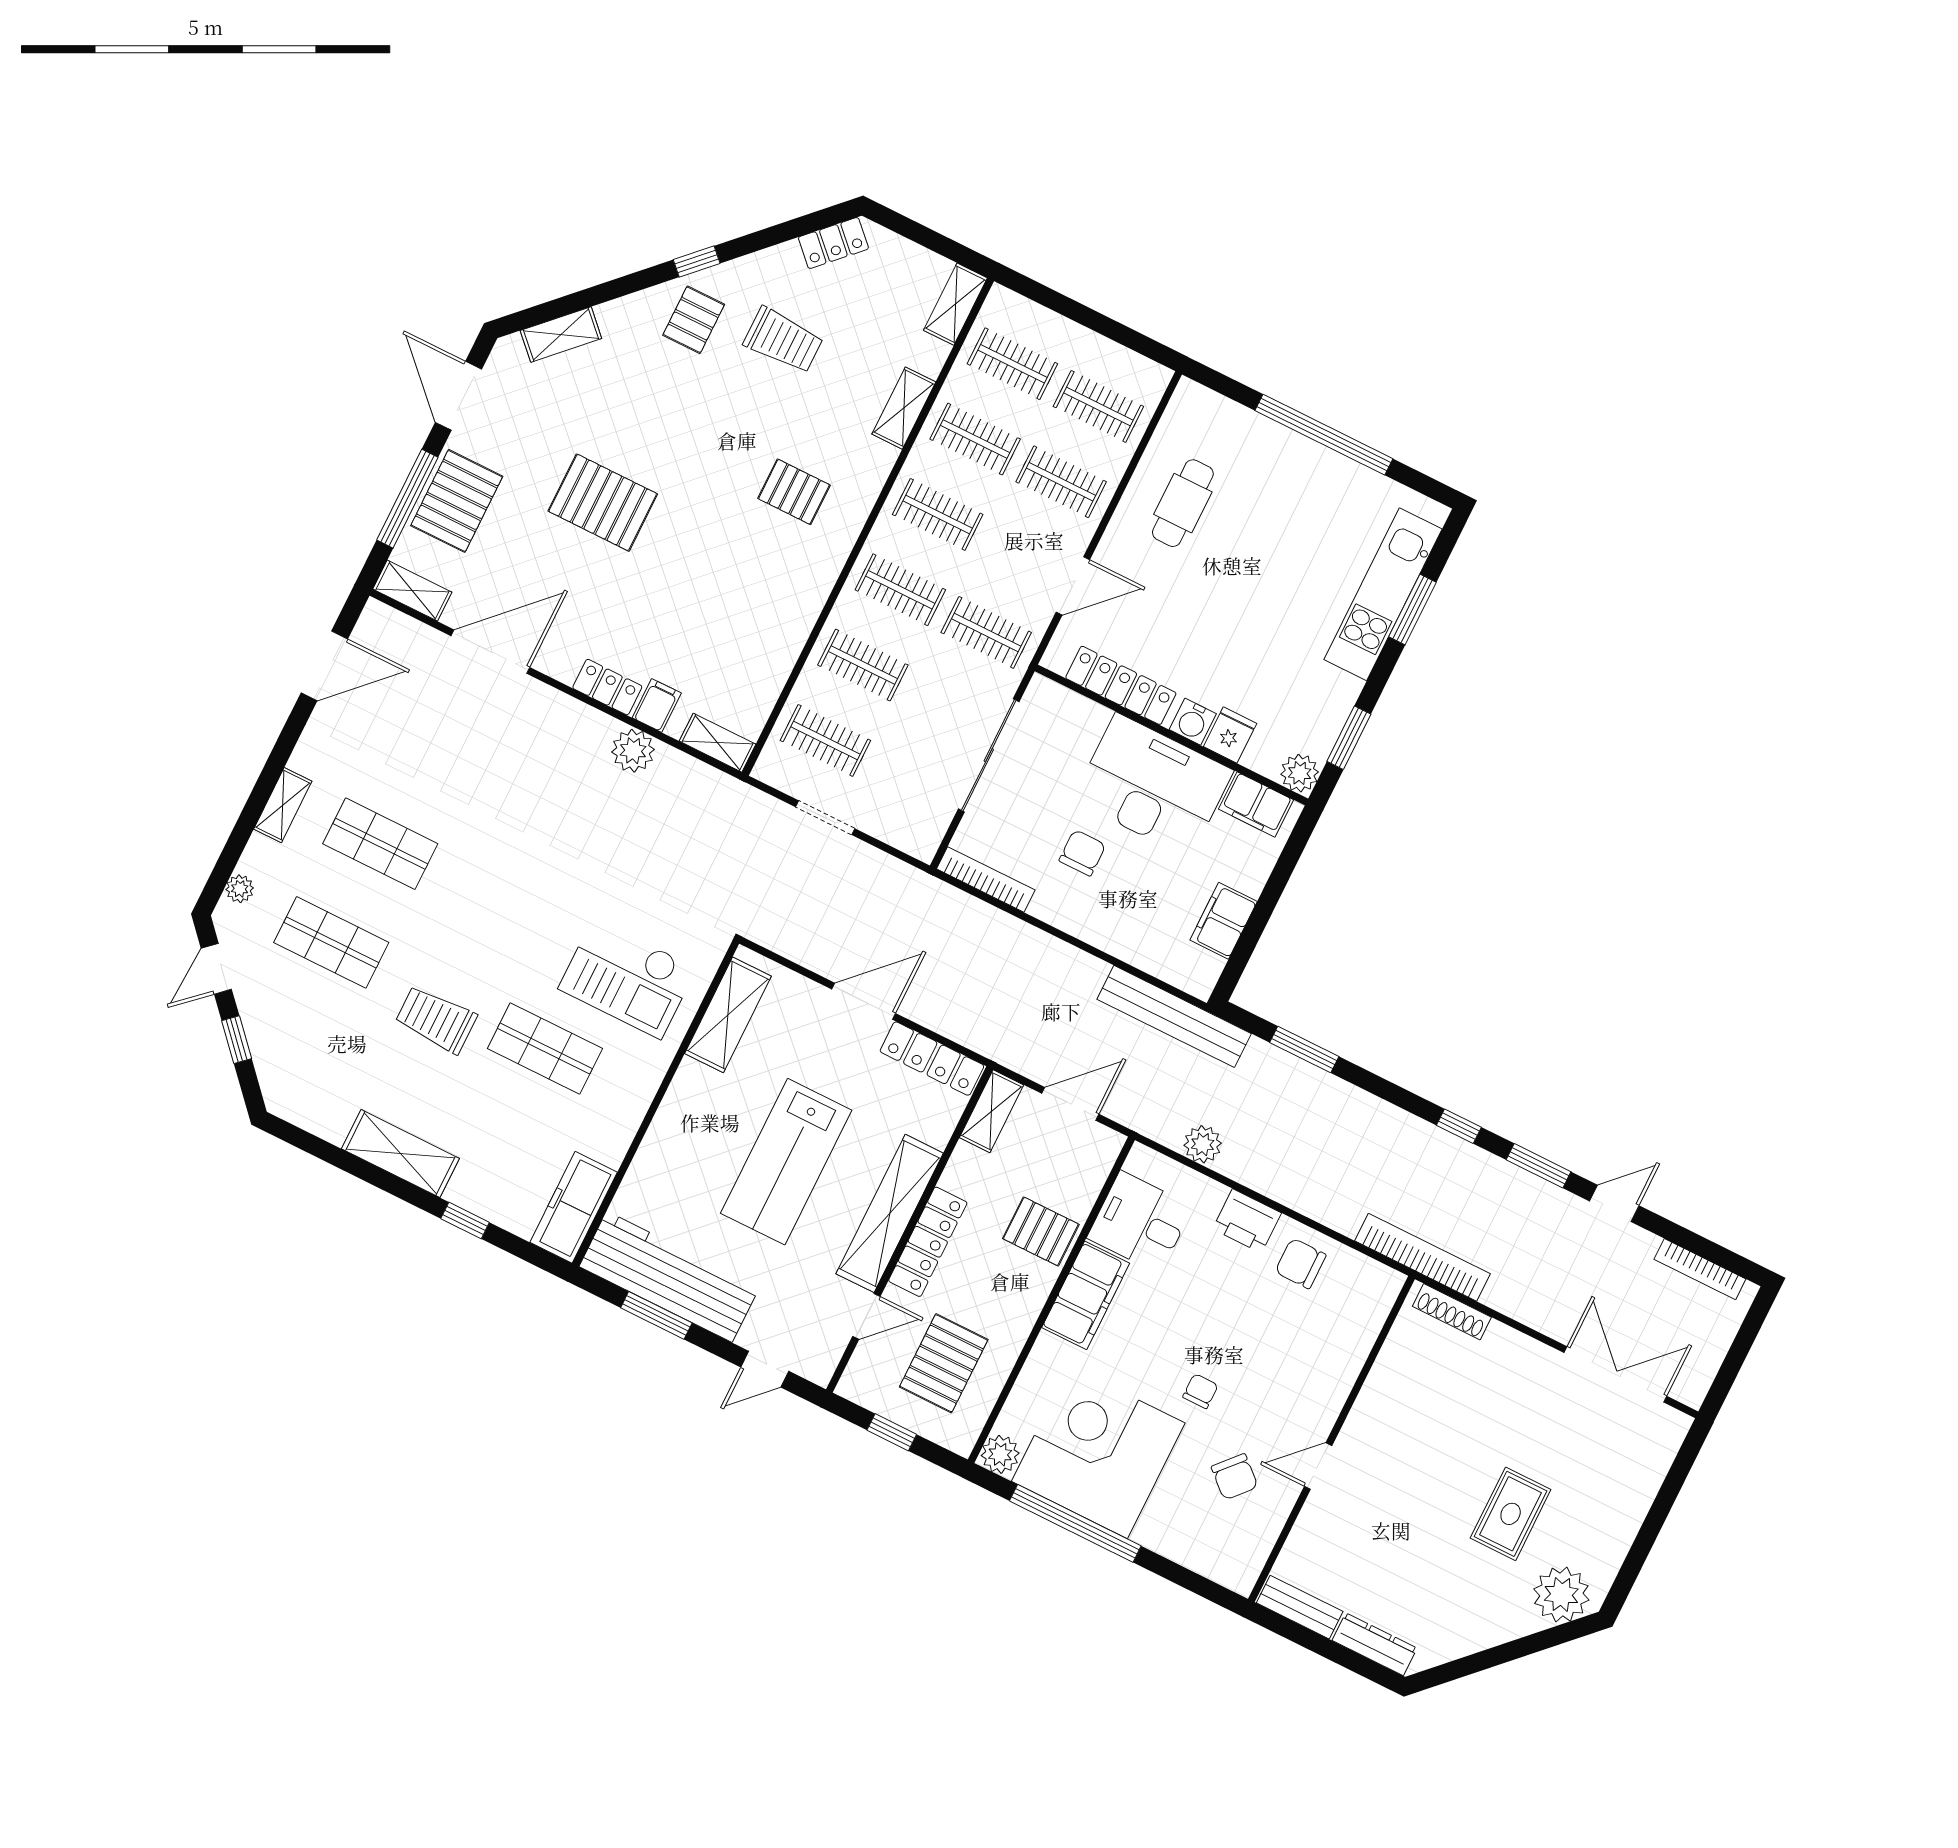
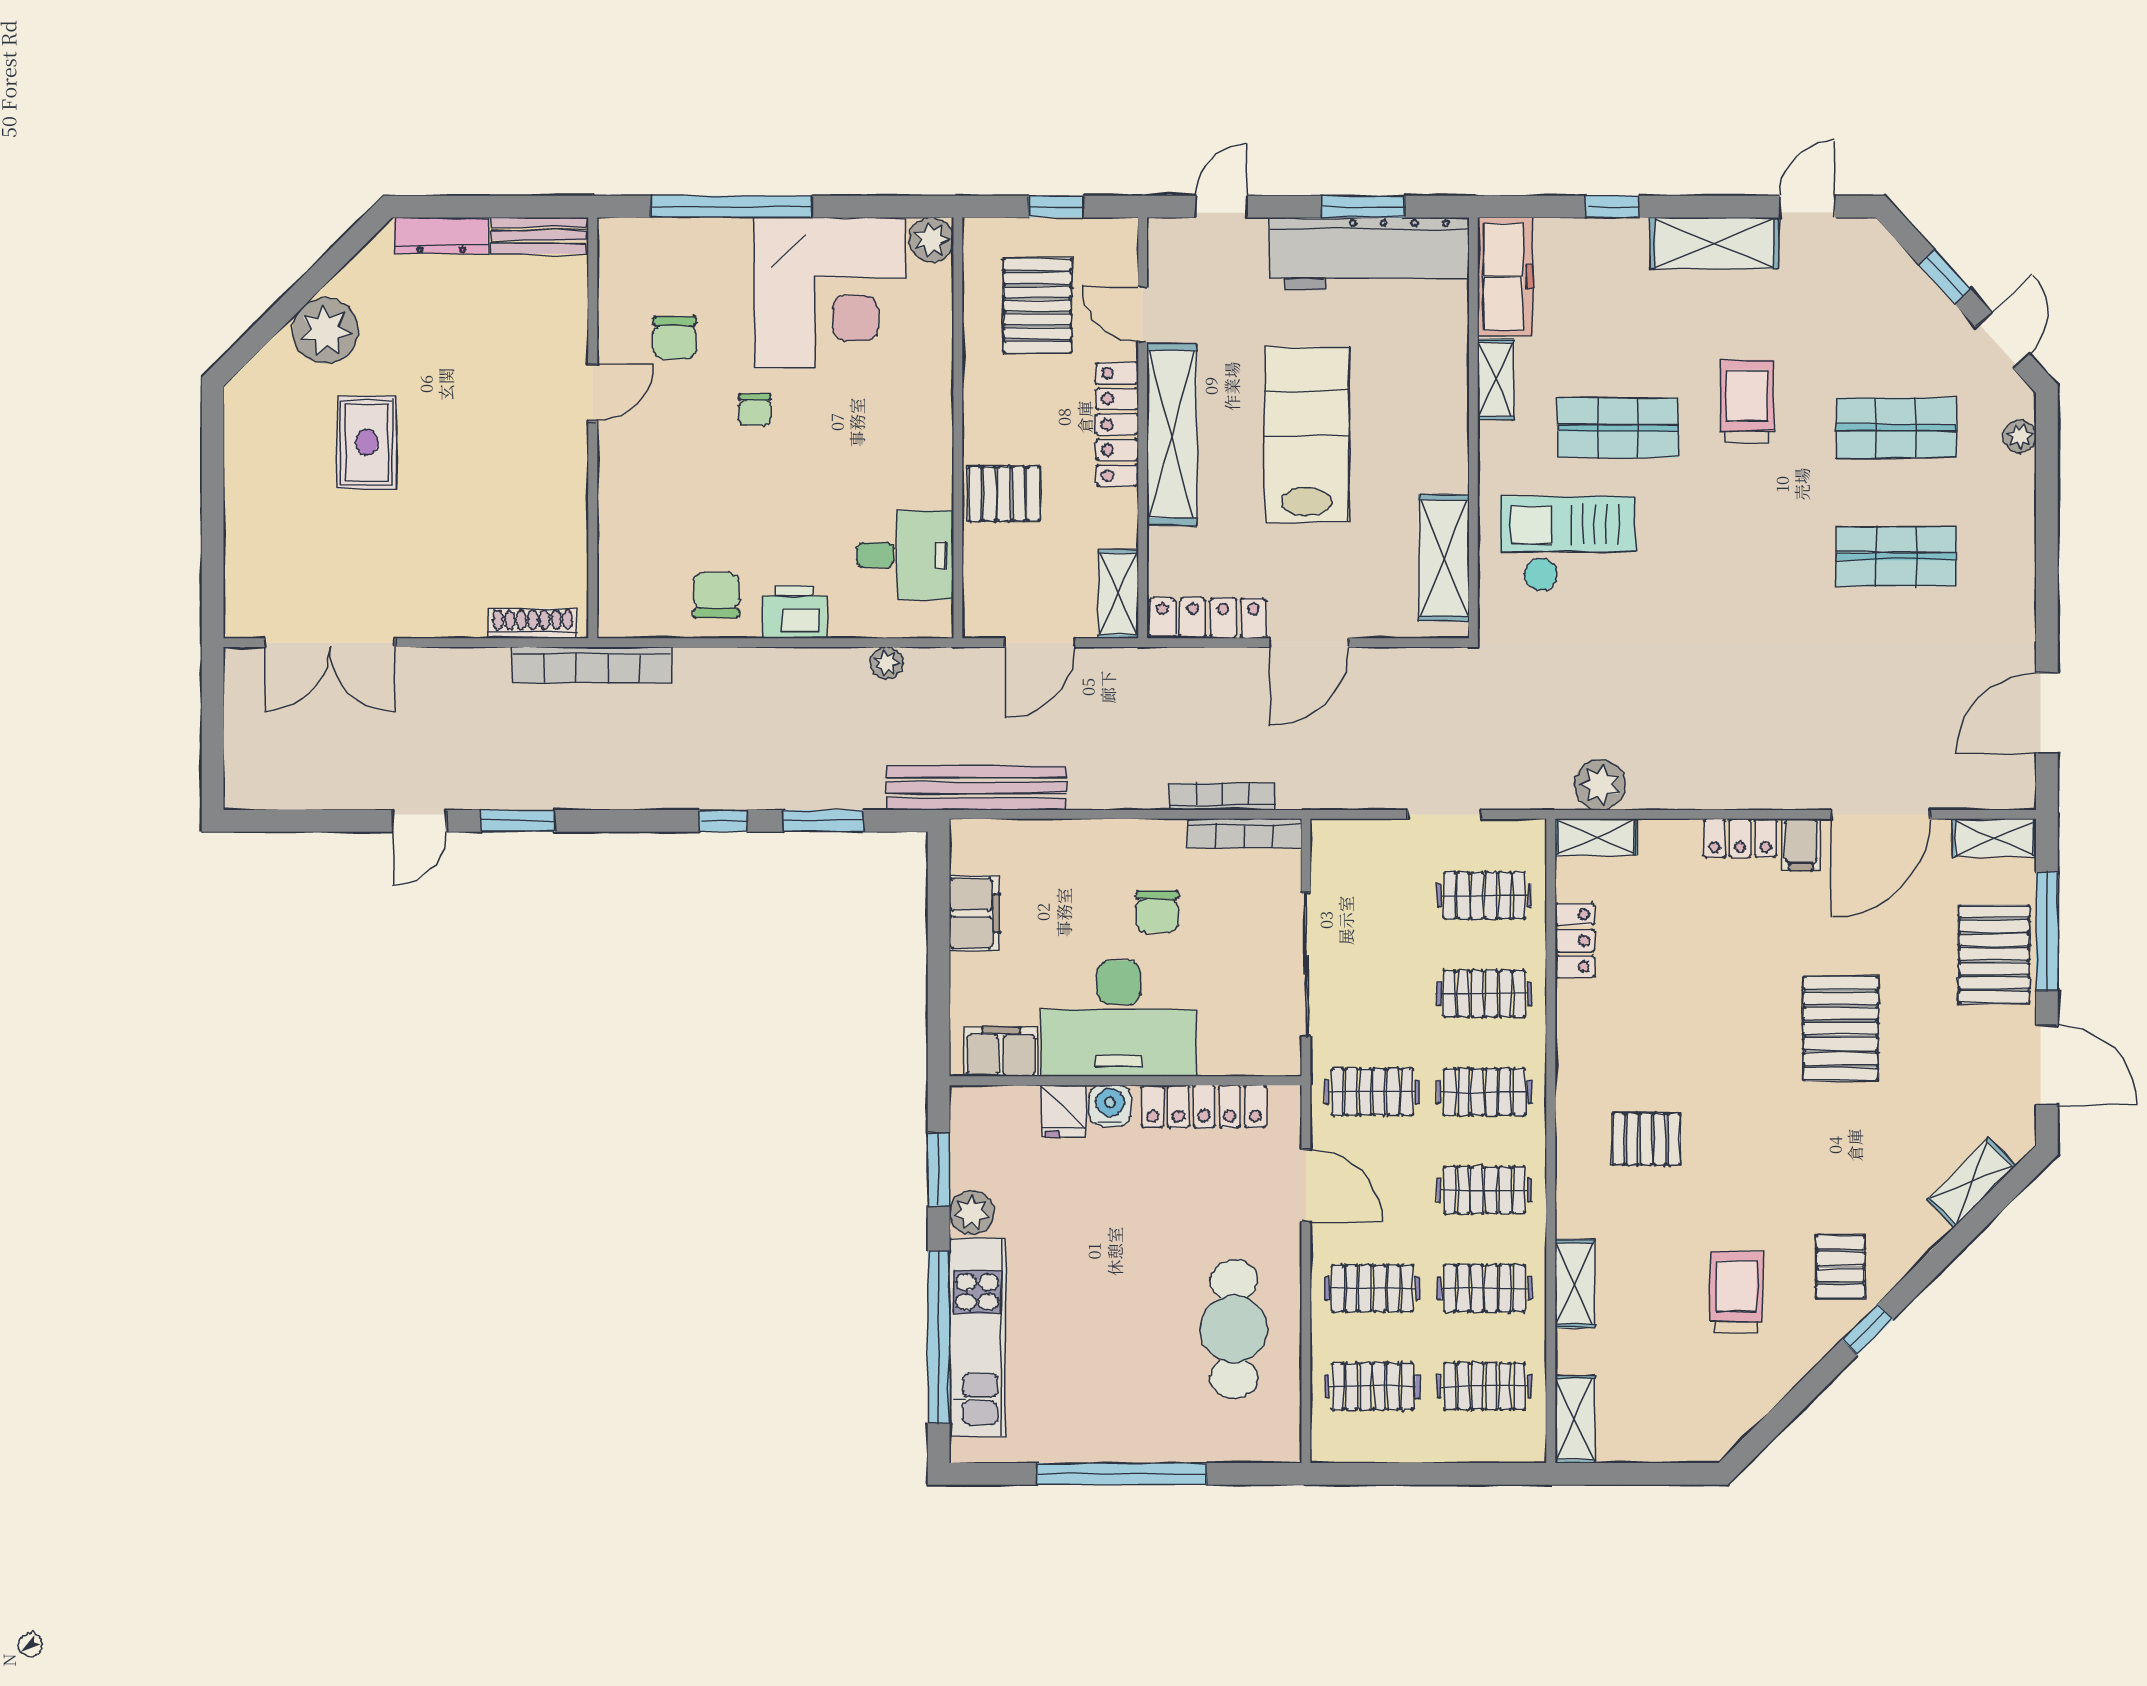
locker: (833, 243) -> (1575, 941), moved, turned 135
trolley: (783, 340) -> (1736, 1292), turned 91
pallet: (603, 503) -> (1841, 1029), turned 90
cafe table: (1183, 503) -> (1234, 1329), width x1.37, depth x1.35
door: (1073, 586) -> (1306, 1185), swing flipped
window: (1413, 609) -> (939, 1337), width x2.11
filing cabinet: (657, 705) -> (1801, 844), moved
plant: (633, 751) -> (1600, 785), moved
plant: (1300, 773) -> (972, 1213), moved
shelving: (283, 805) -> (1496, 380), moved
trolley: (436, 1019) -> (1747, 402), turned -90
window: (1459, 1126) -> (723, 821), moved
plant: (1203, 1144) -> (886, 663), width x0.73, depth x0.73
door: (315, 1146) -> (1807, 207), added
chair: (1301, 1263) -> (716, 595), turned -90
bookcase: (1700, 1269) -> (1222, 796), moved
filing cabinet: (1086, 1295) -> (924, 450), removed
door: (866, 1316) -> (1143, 315), hinge flipped
chair: (1235, 1477) -> (674, 338), turned -132
window: (1075, 1523) -> (731, 207), moved
plant: (1561, 1595) -> (325, 331), moved

